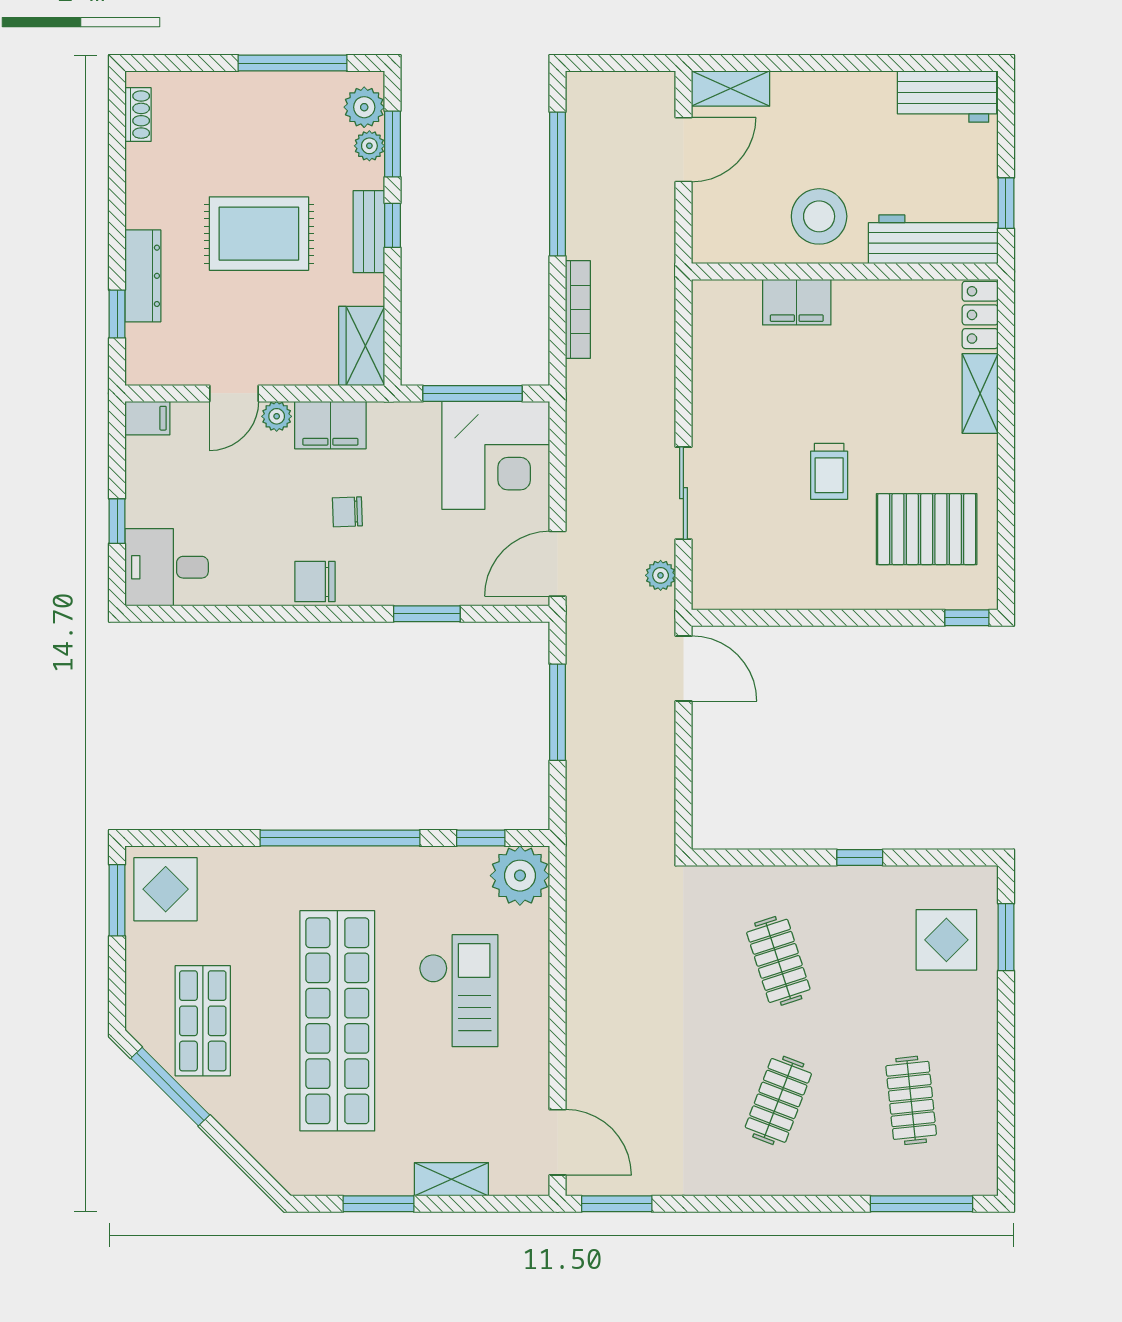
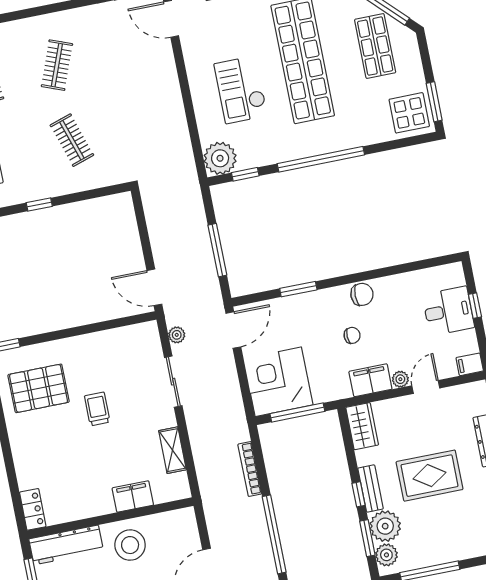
plant: (369, 146) -> (385, 526), width x1.88, depth x1.88
shelving: (980, 393) -> (172, 450), moved
desk: (167, 567) -> (448, 311), moved

